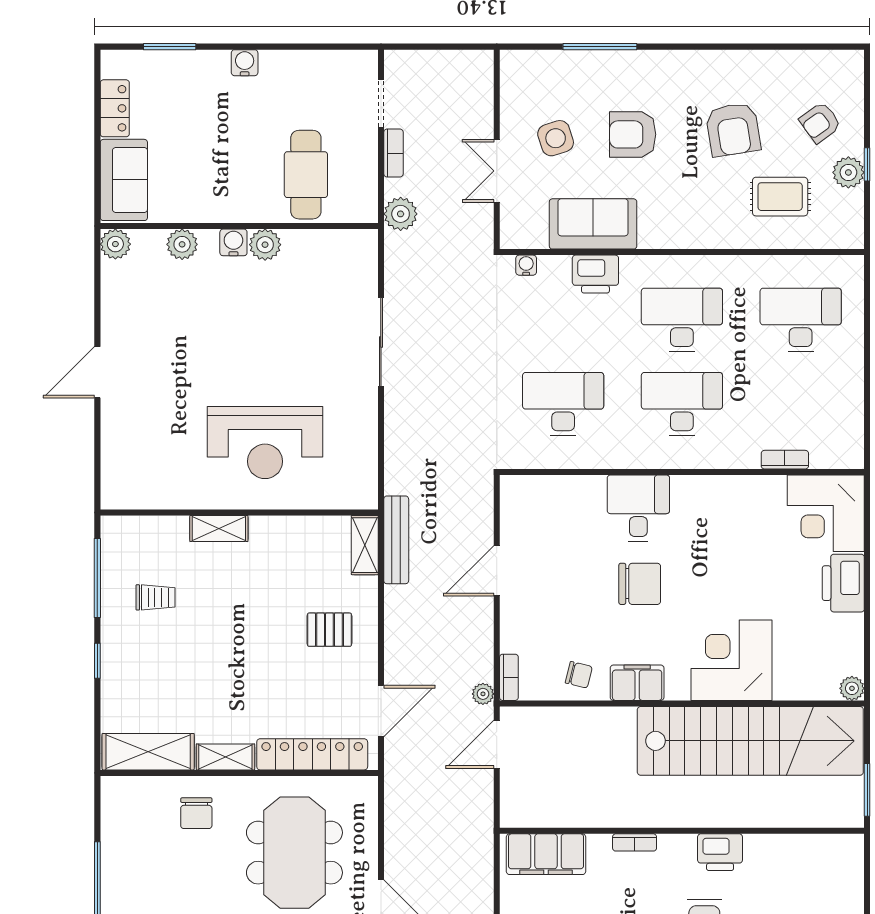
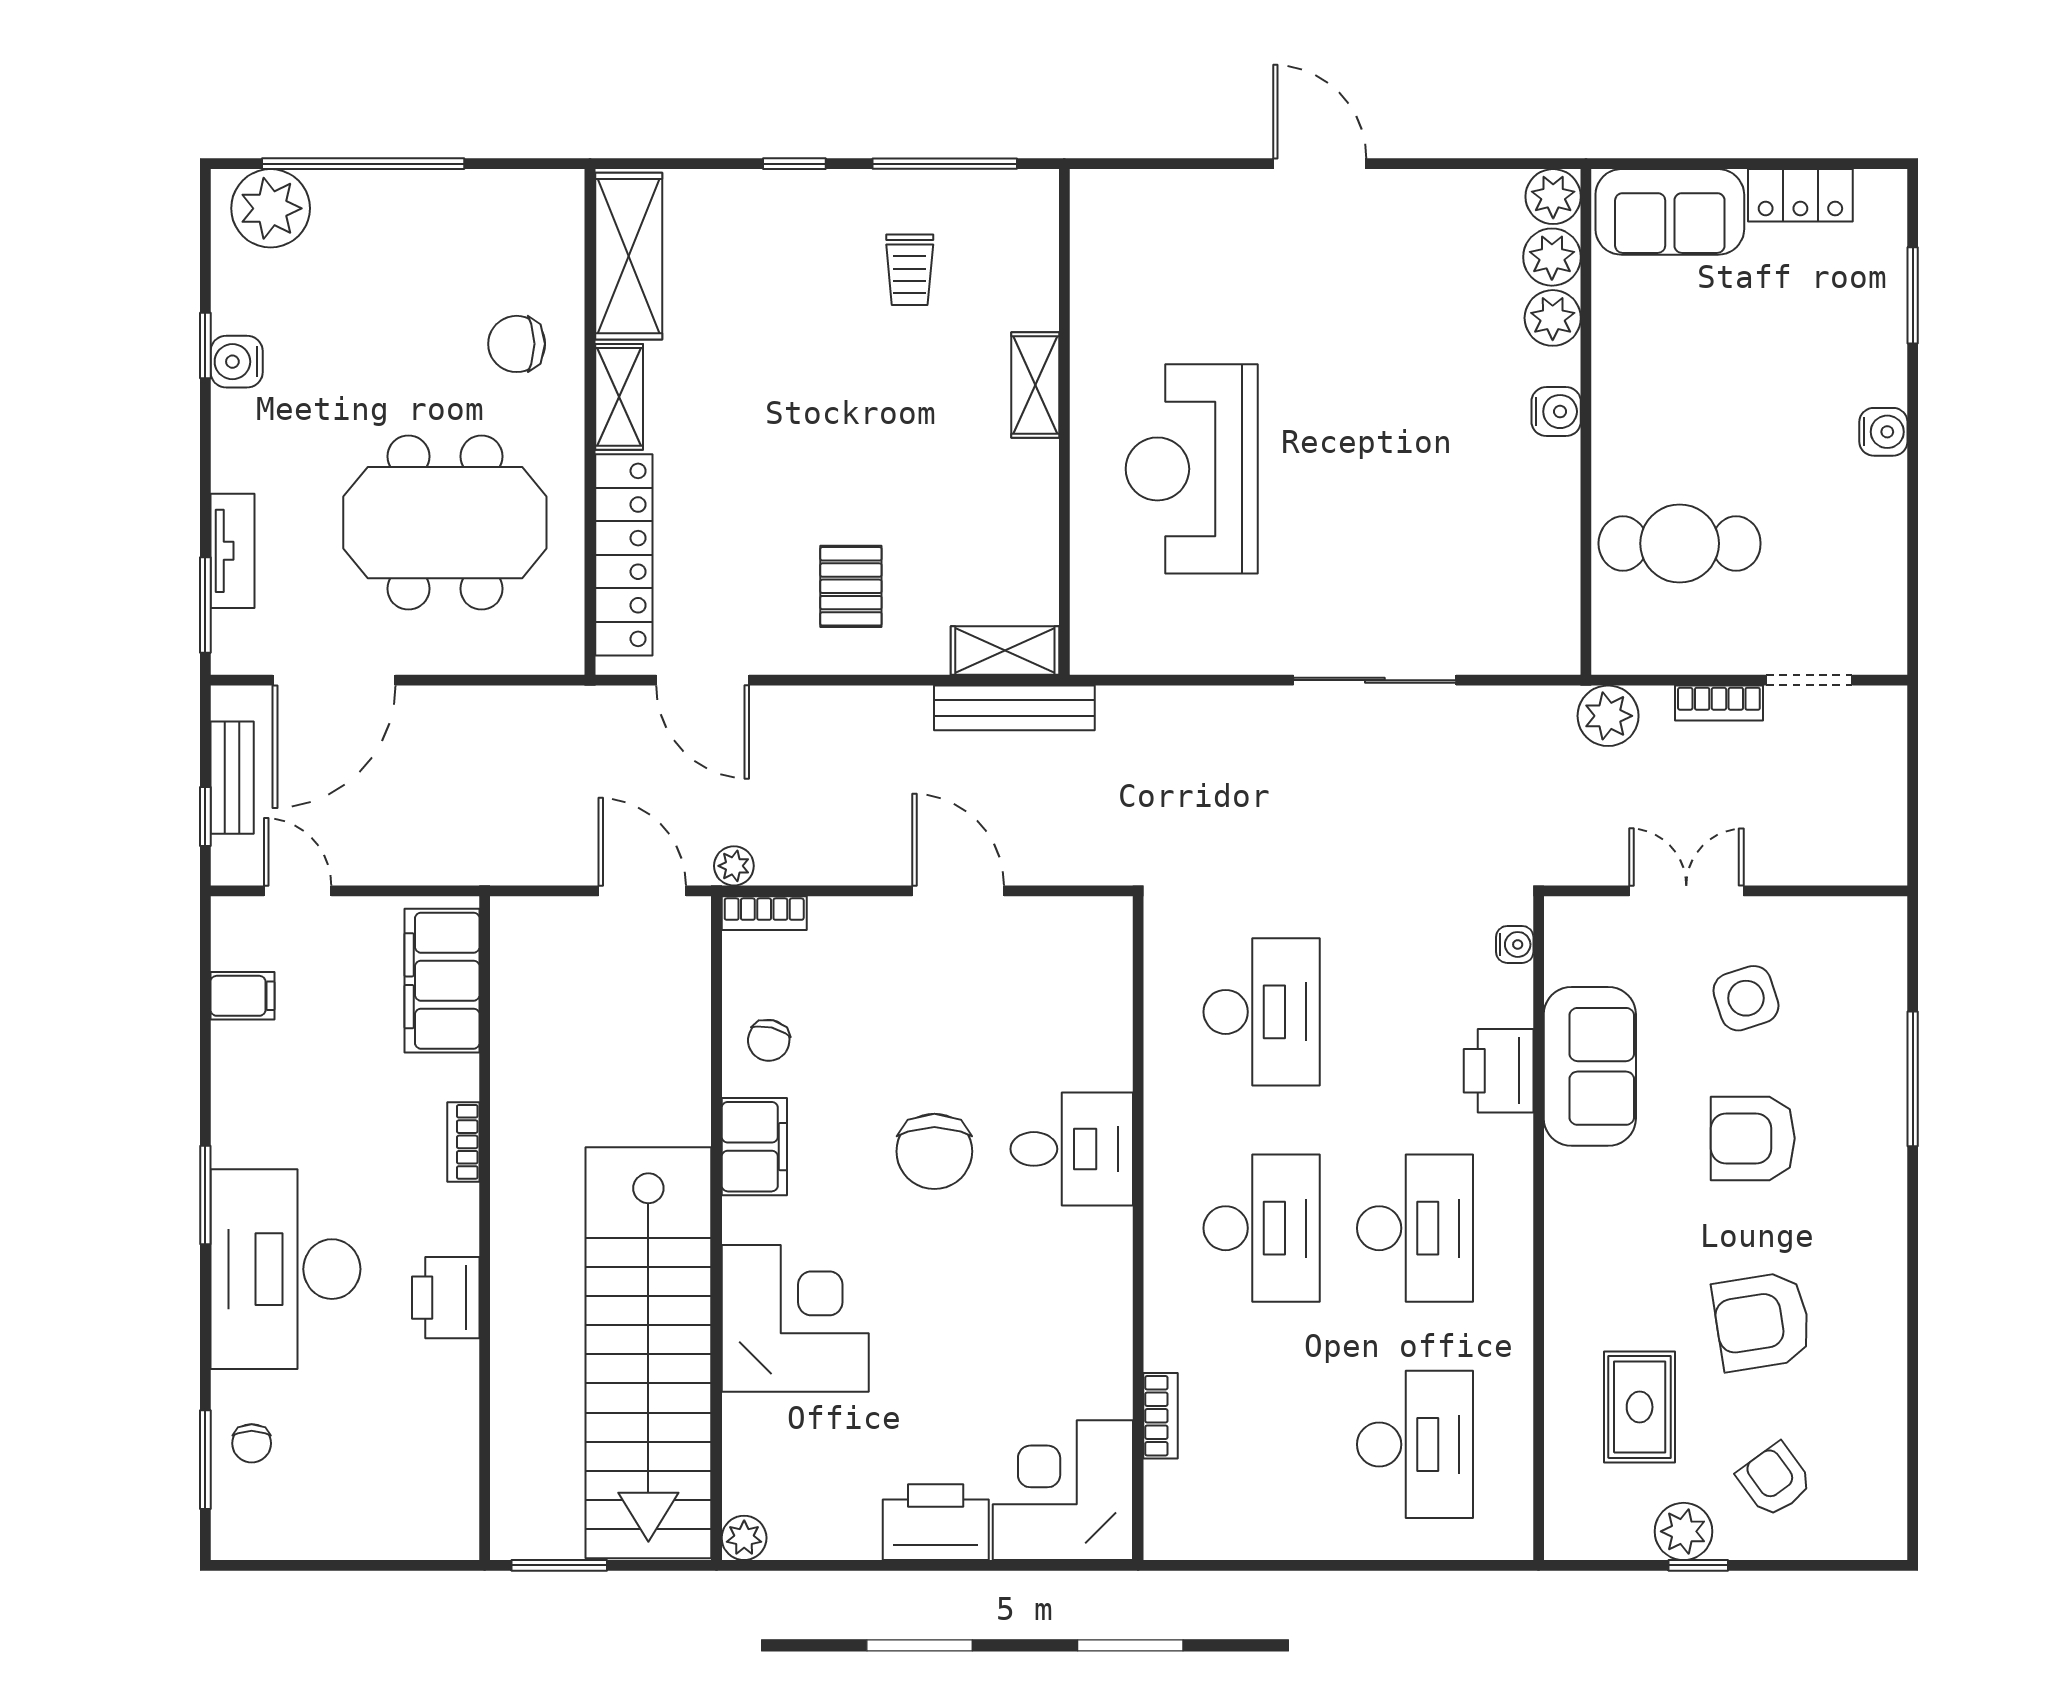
armchair: (633, 134) -> (1753, 1138), turned -90
plant: (265, 245) -> (1552, 257), moved

